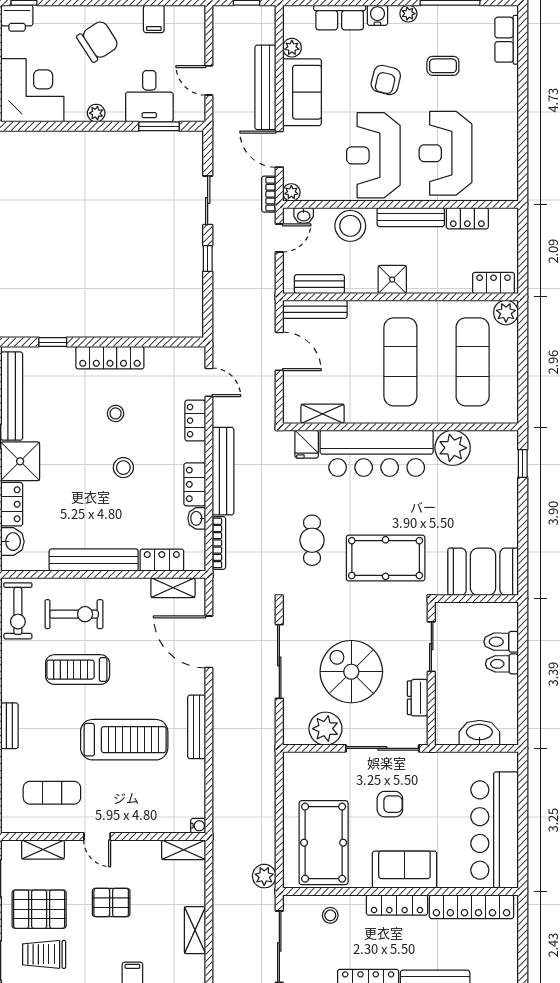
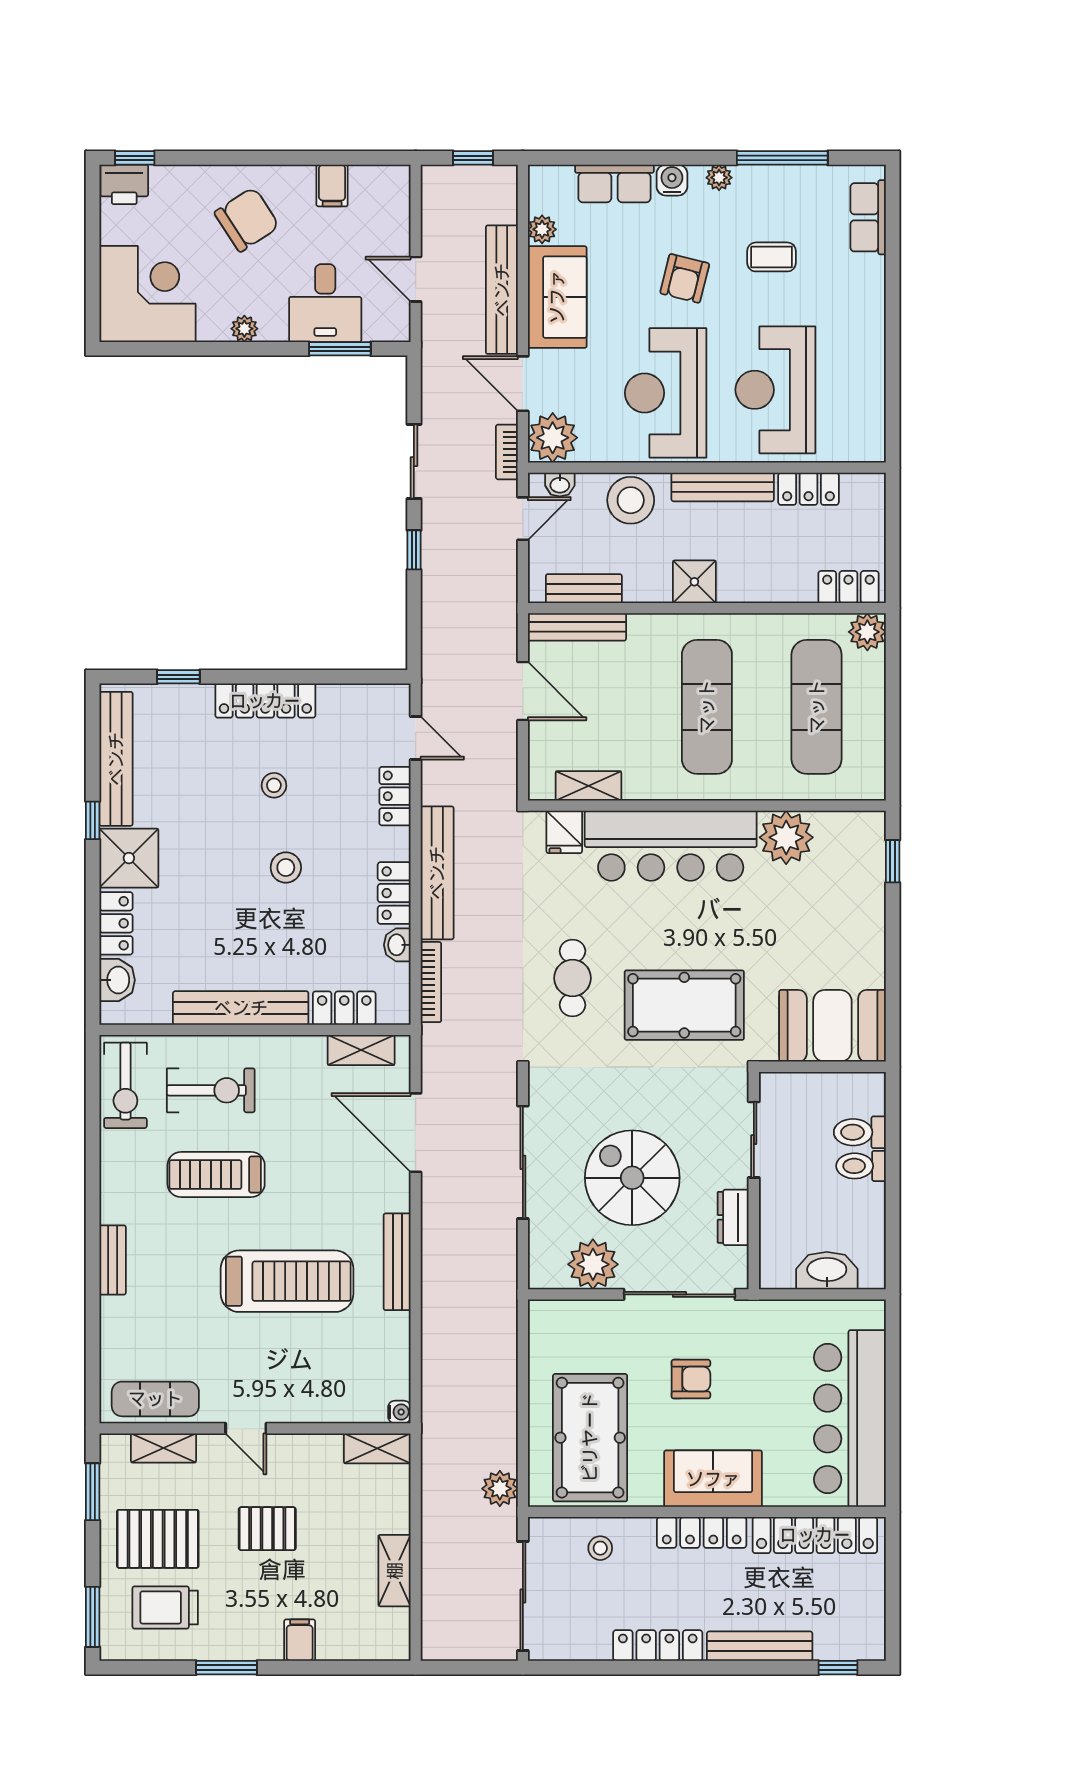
plant: (291, 192) -> (553, 438), width x1.88, depth x1.88
exercise mat: (52, 793) -> (155, 1399), moved

